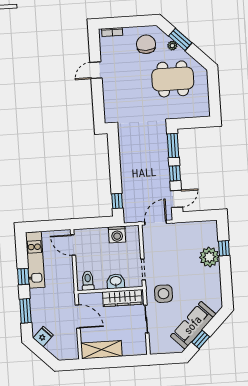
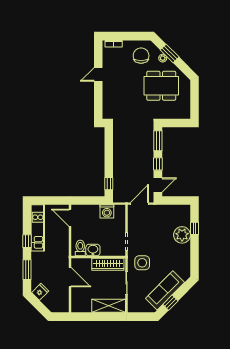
washbasin: (116, 281) -> (93, 250), moved
shelving: (101, 350) -> (109, 306), moved

